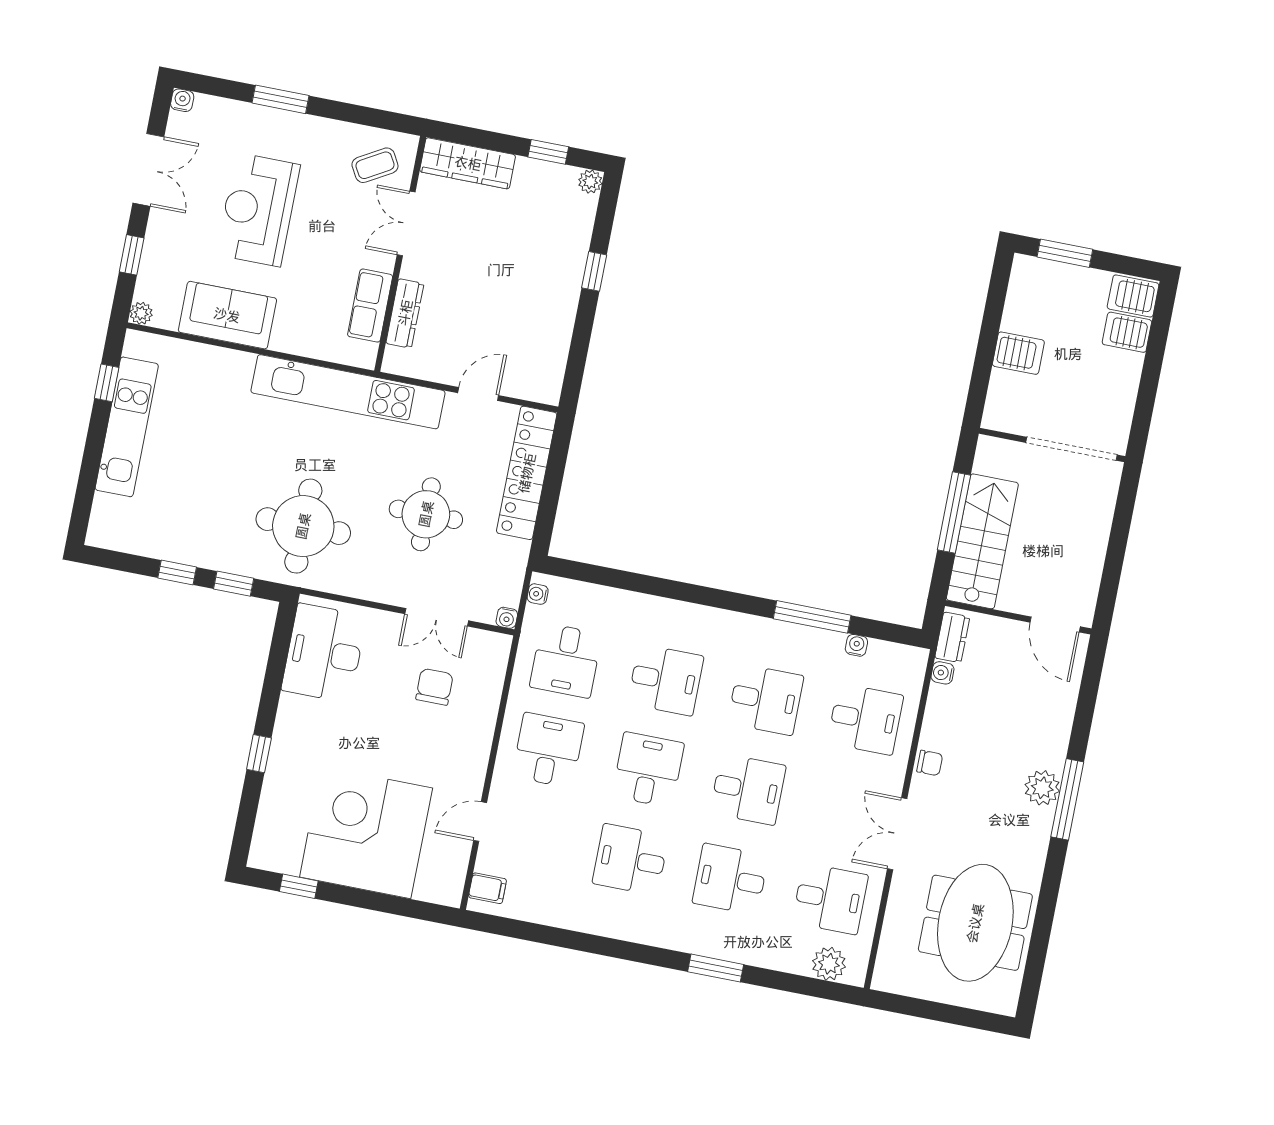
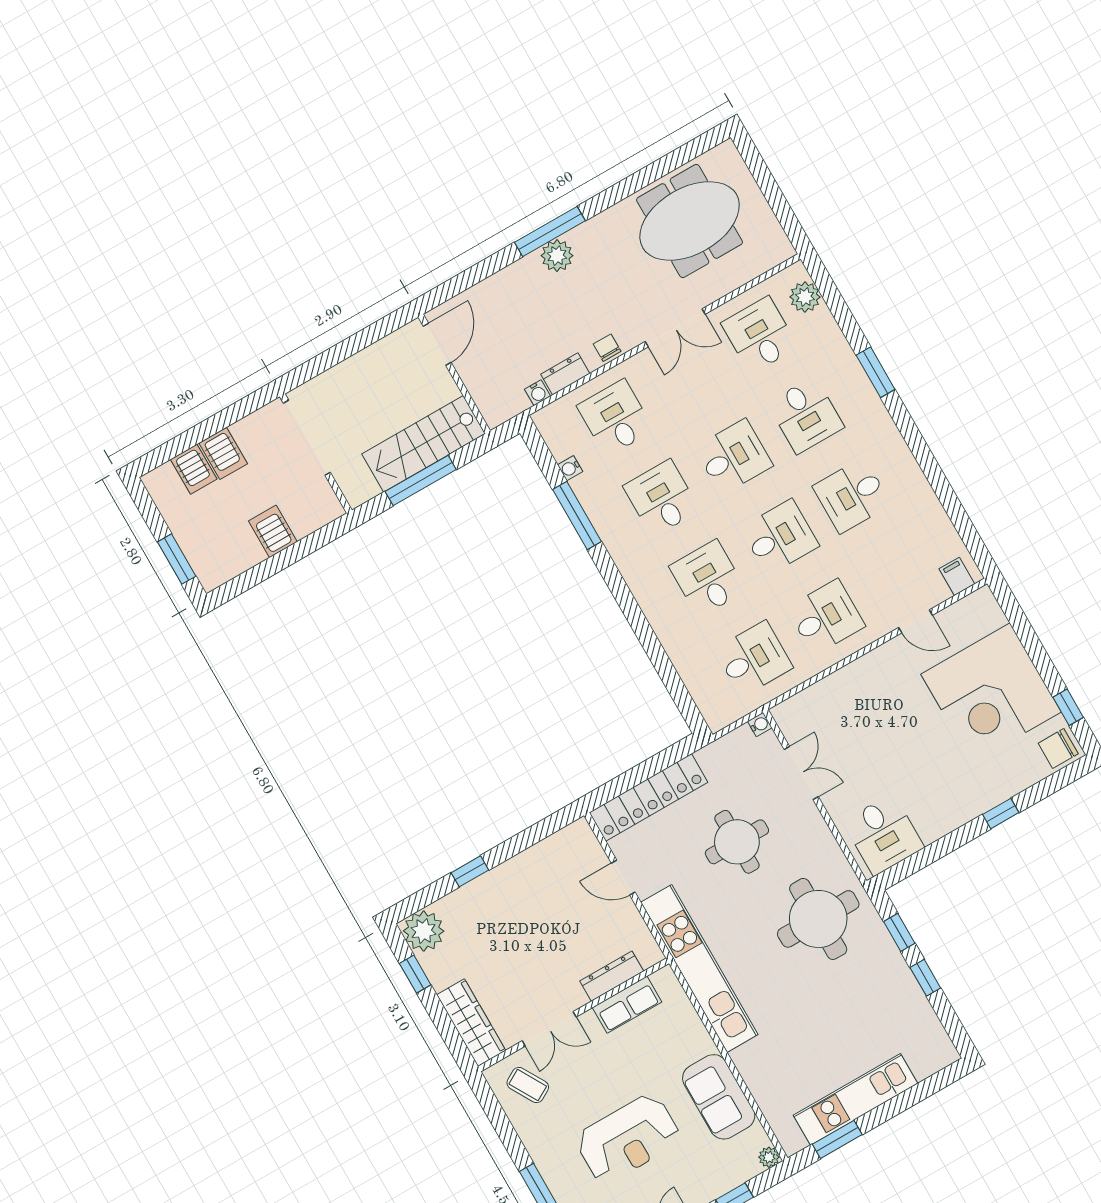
plant: (590, 182) -> (424, 931), width x1.87, depth x1.87
server rack: (1133, 296) -> (223, 453), moved
window: (107, 383) -> (837, 1139), width x1.50
water cooler: (538, 594) -> (725, 718), removed
dresser: (952, 637) -> (565, 374), moved
desk: (324, 653) -> (883, 835), width x0.73
chair: (434, 687) -> (1058, 749), moved
desk: (548, 750) -> (826, 617), turned 180
desk: (648, 770) -> (780, 537), turned 180
desk: (748, 789) -> (734, 457), turned 90
desk: (630, 860) -> (852, 495), turned 90

